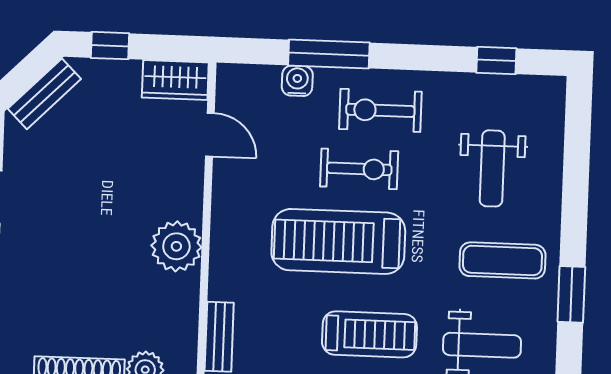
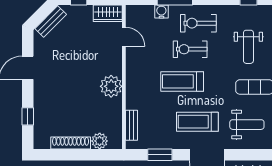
exercise bike: (359, 169) -> (190, 49), turned 180
treadmill: (338, 241) -> (182, 81), width x0.73, depth x0.73
treadmill: (369, 334) -> (197, 122), turned 180

